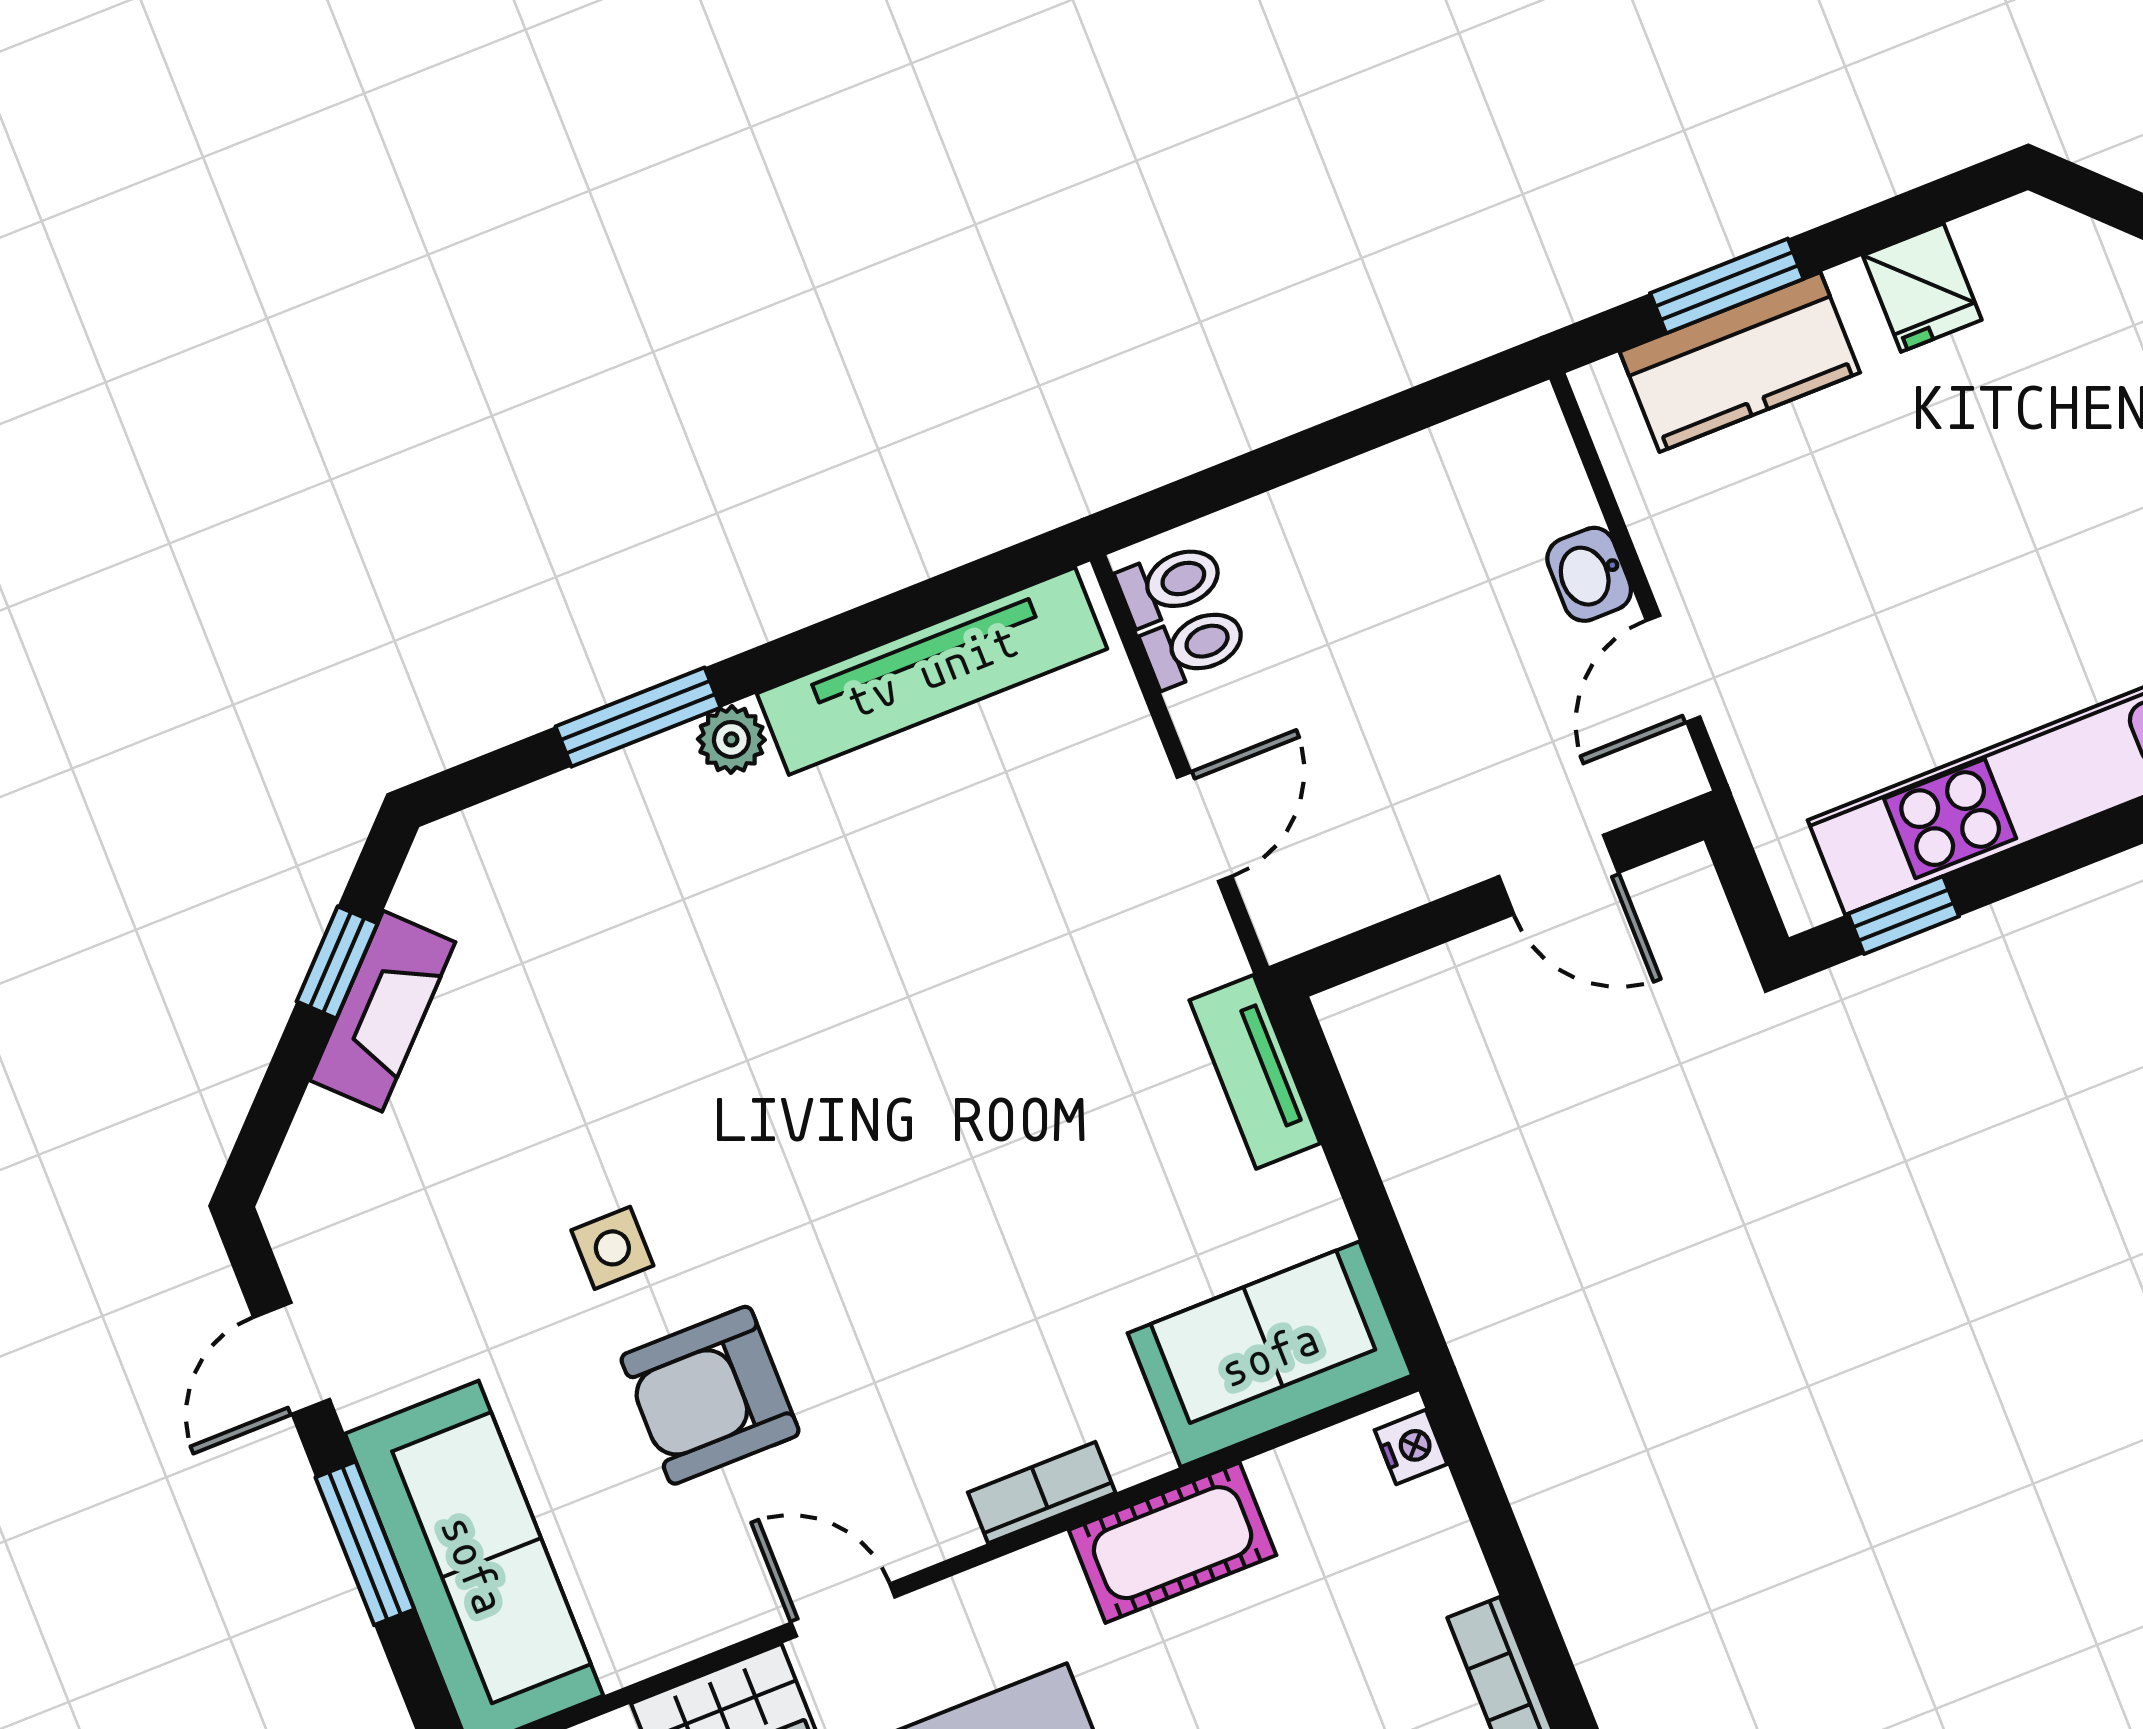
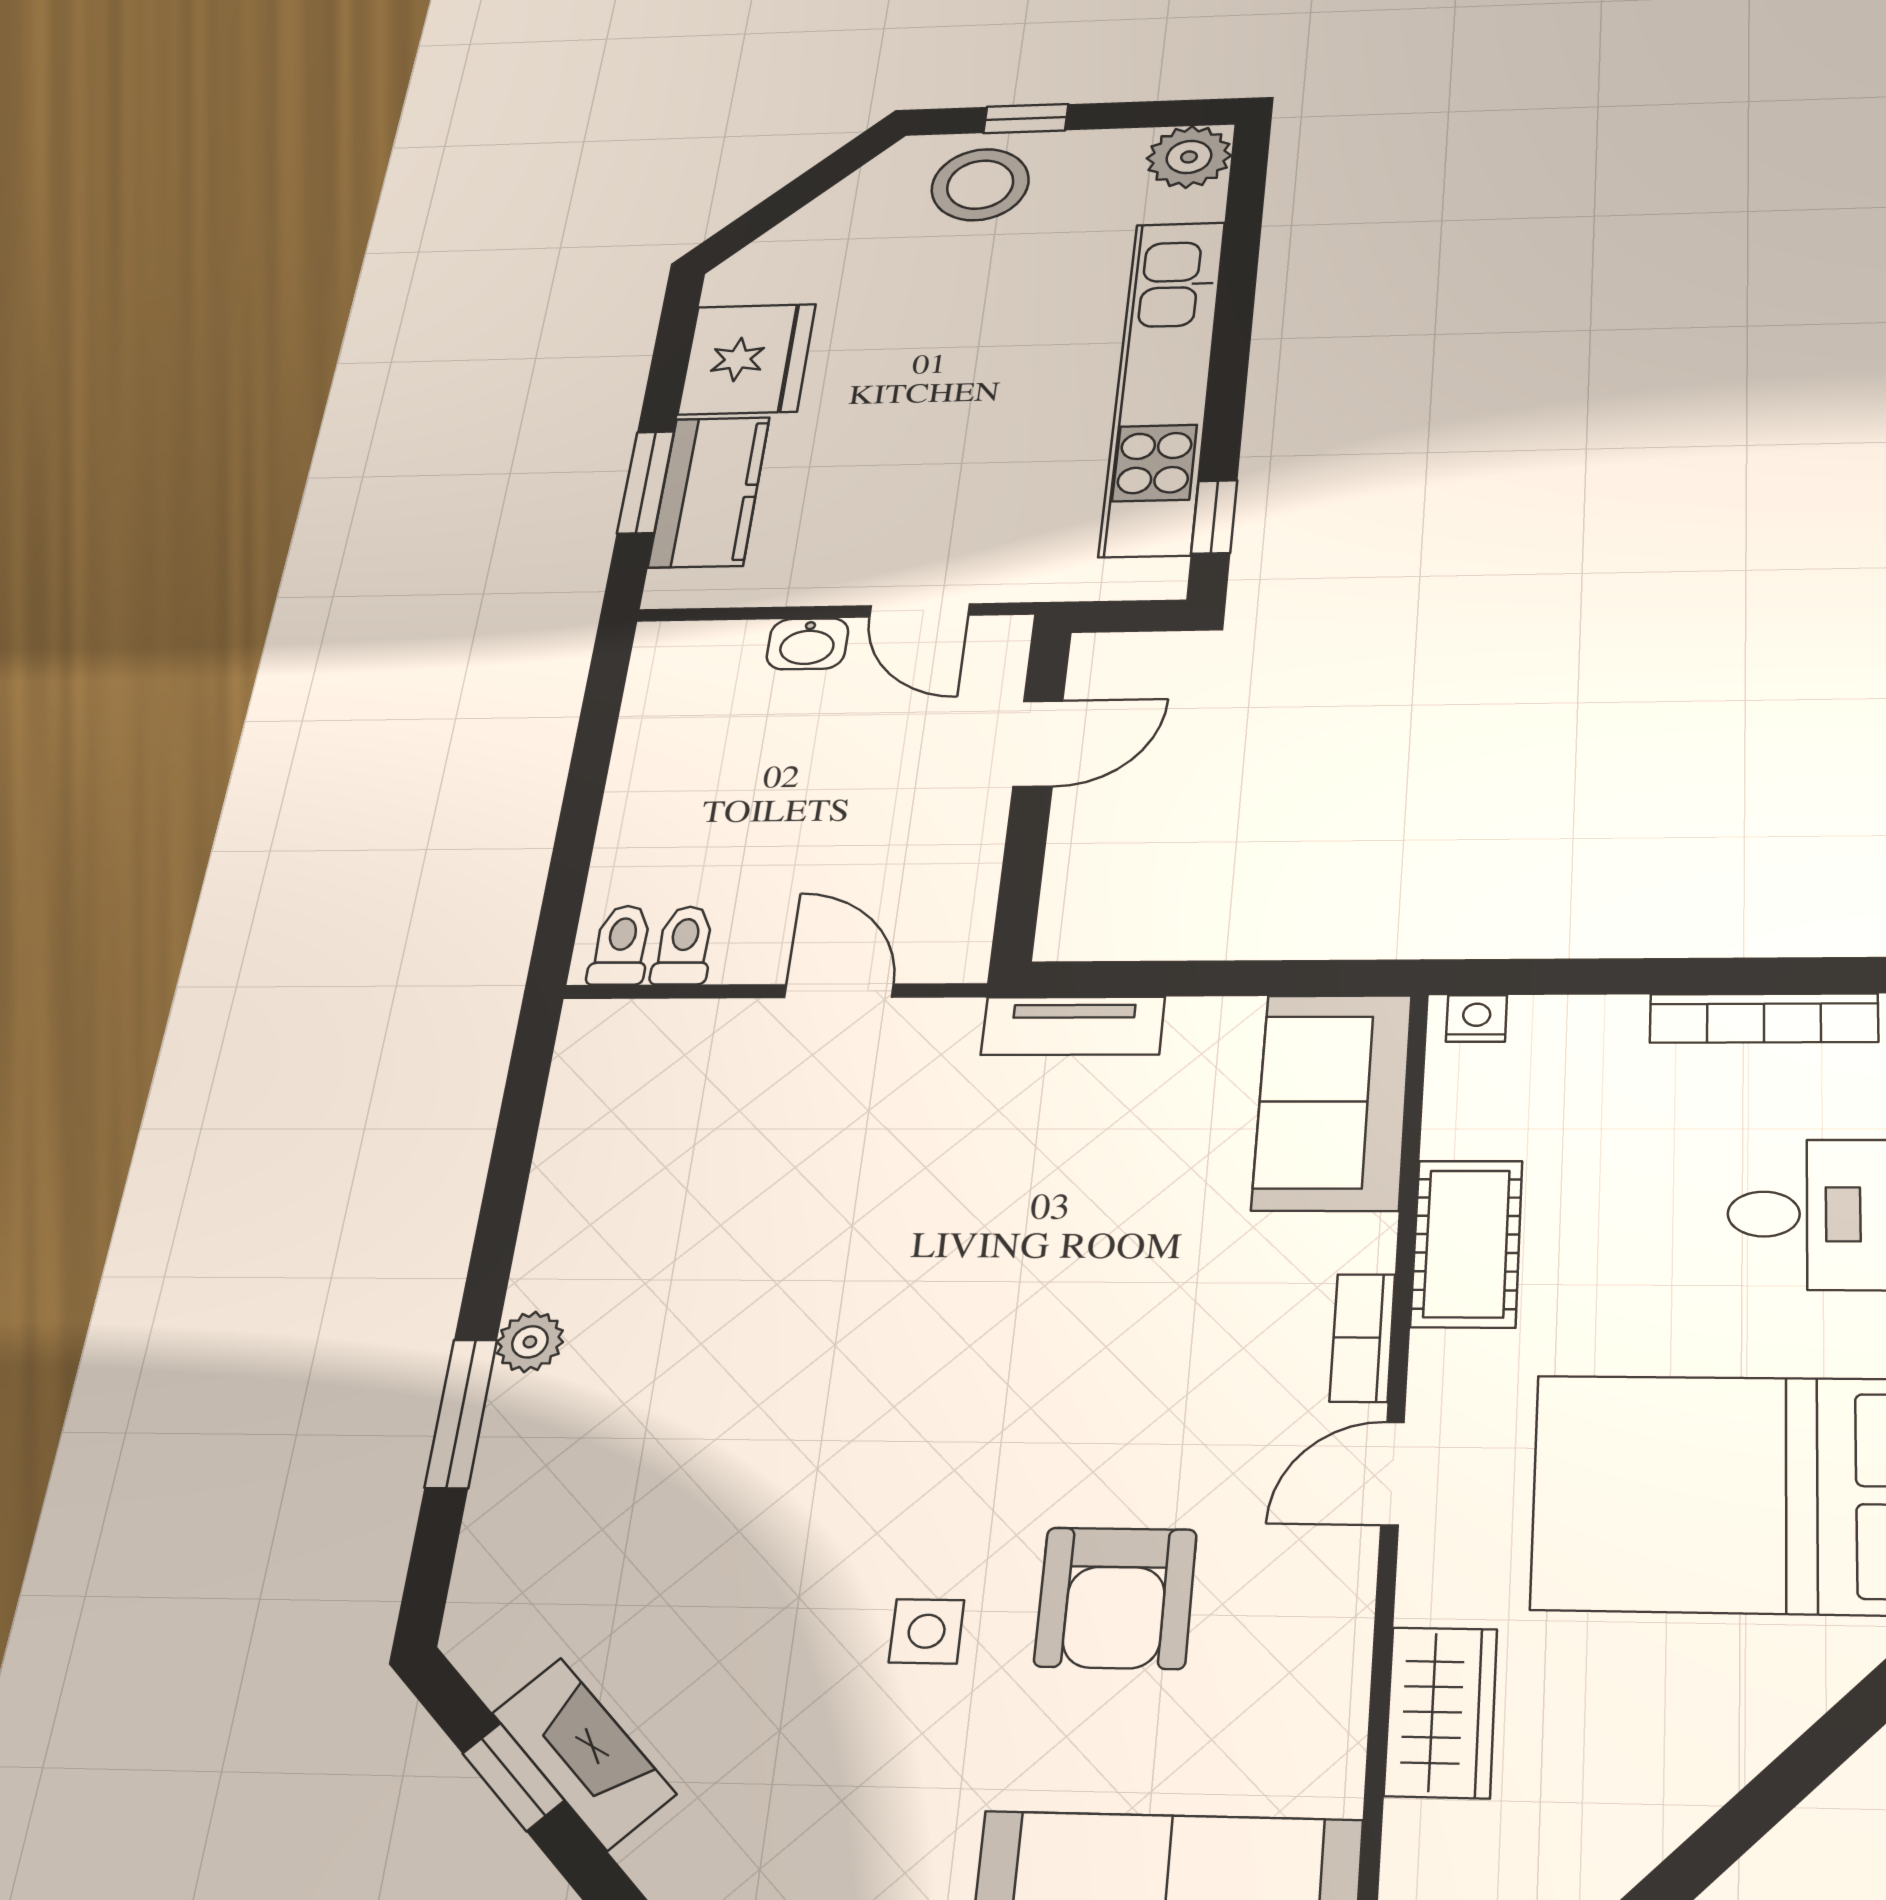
fridge: (1922, 288) -> (747, 359), width x1.88, depth x1.34
tv unit: (932, 671) -> (575, 1155), removed
door: (843, 1610) -> (1393, 1473), moved

